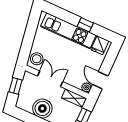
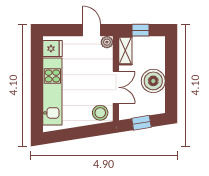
window: (85, 25) -> (37, 75), removed
double door: (50, 79) -> (116, 87), swing flipped
door: (100, 80) -> (92, 30), swing flipped

